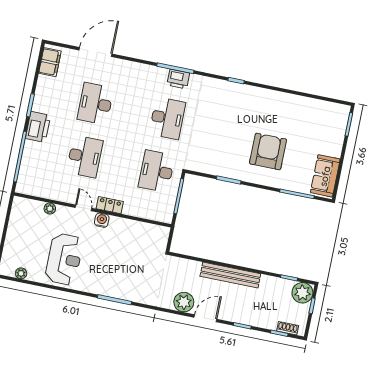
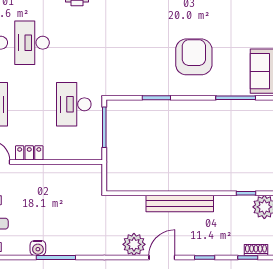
desk: (167, 118) -> (32, 43), moved, turned 180
water cooler: (102, 220) -> (38, 248), moved, turned 180

